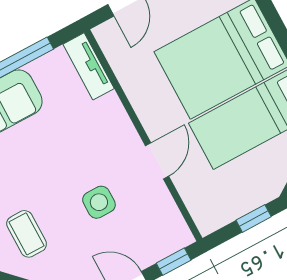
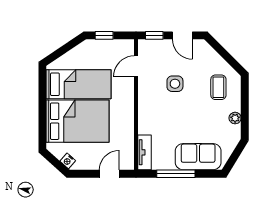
door: (157, 161) -> (136, 66), moved

